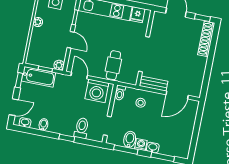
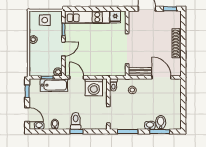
shoe rack: (206, 39) -> (177, 43), moved
door: (71, 40) -> (63, 49), hinge flipped
cafe table: (113, 65) -> (103, 63), removed
bathtub: (39, 77) -> (54, 85), moved
door: (177, 95) -> (162, 77), swing flipped
door: (14, 107) -> (27, 115), hinge flipped
toilet: (82, 128) -> (76, 121), moved
bidet: (130, 139) -> (161, 122), moved
washing machine: (141, 145) -> (139, 125), removed

